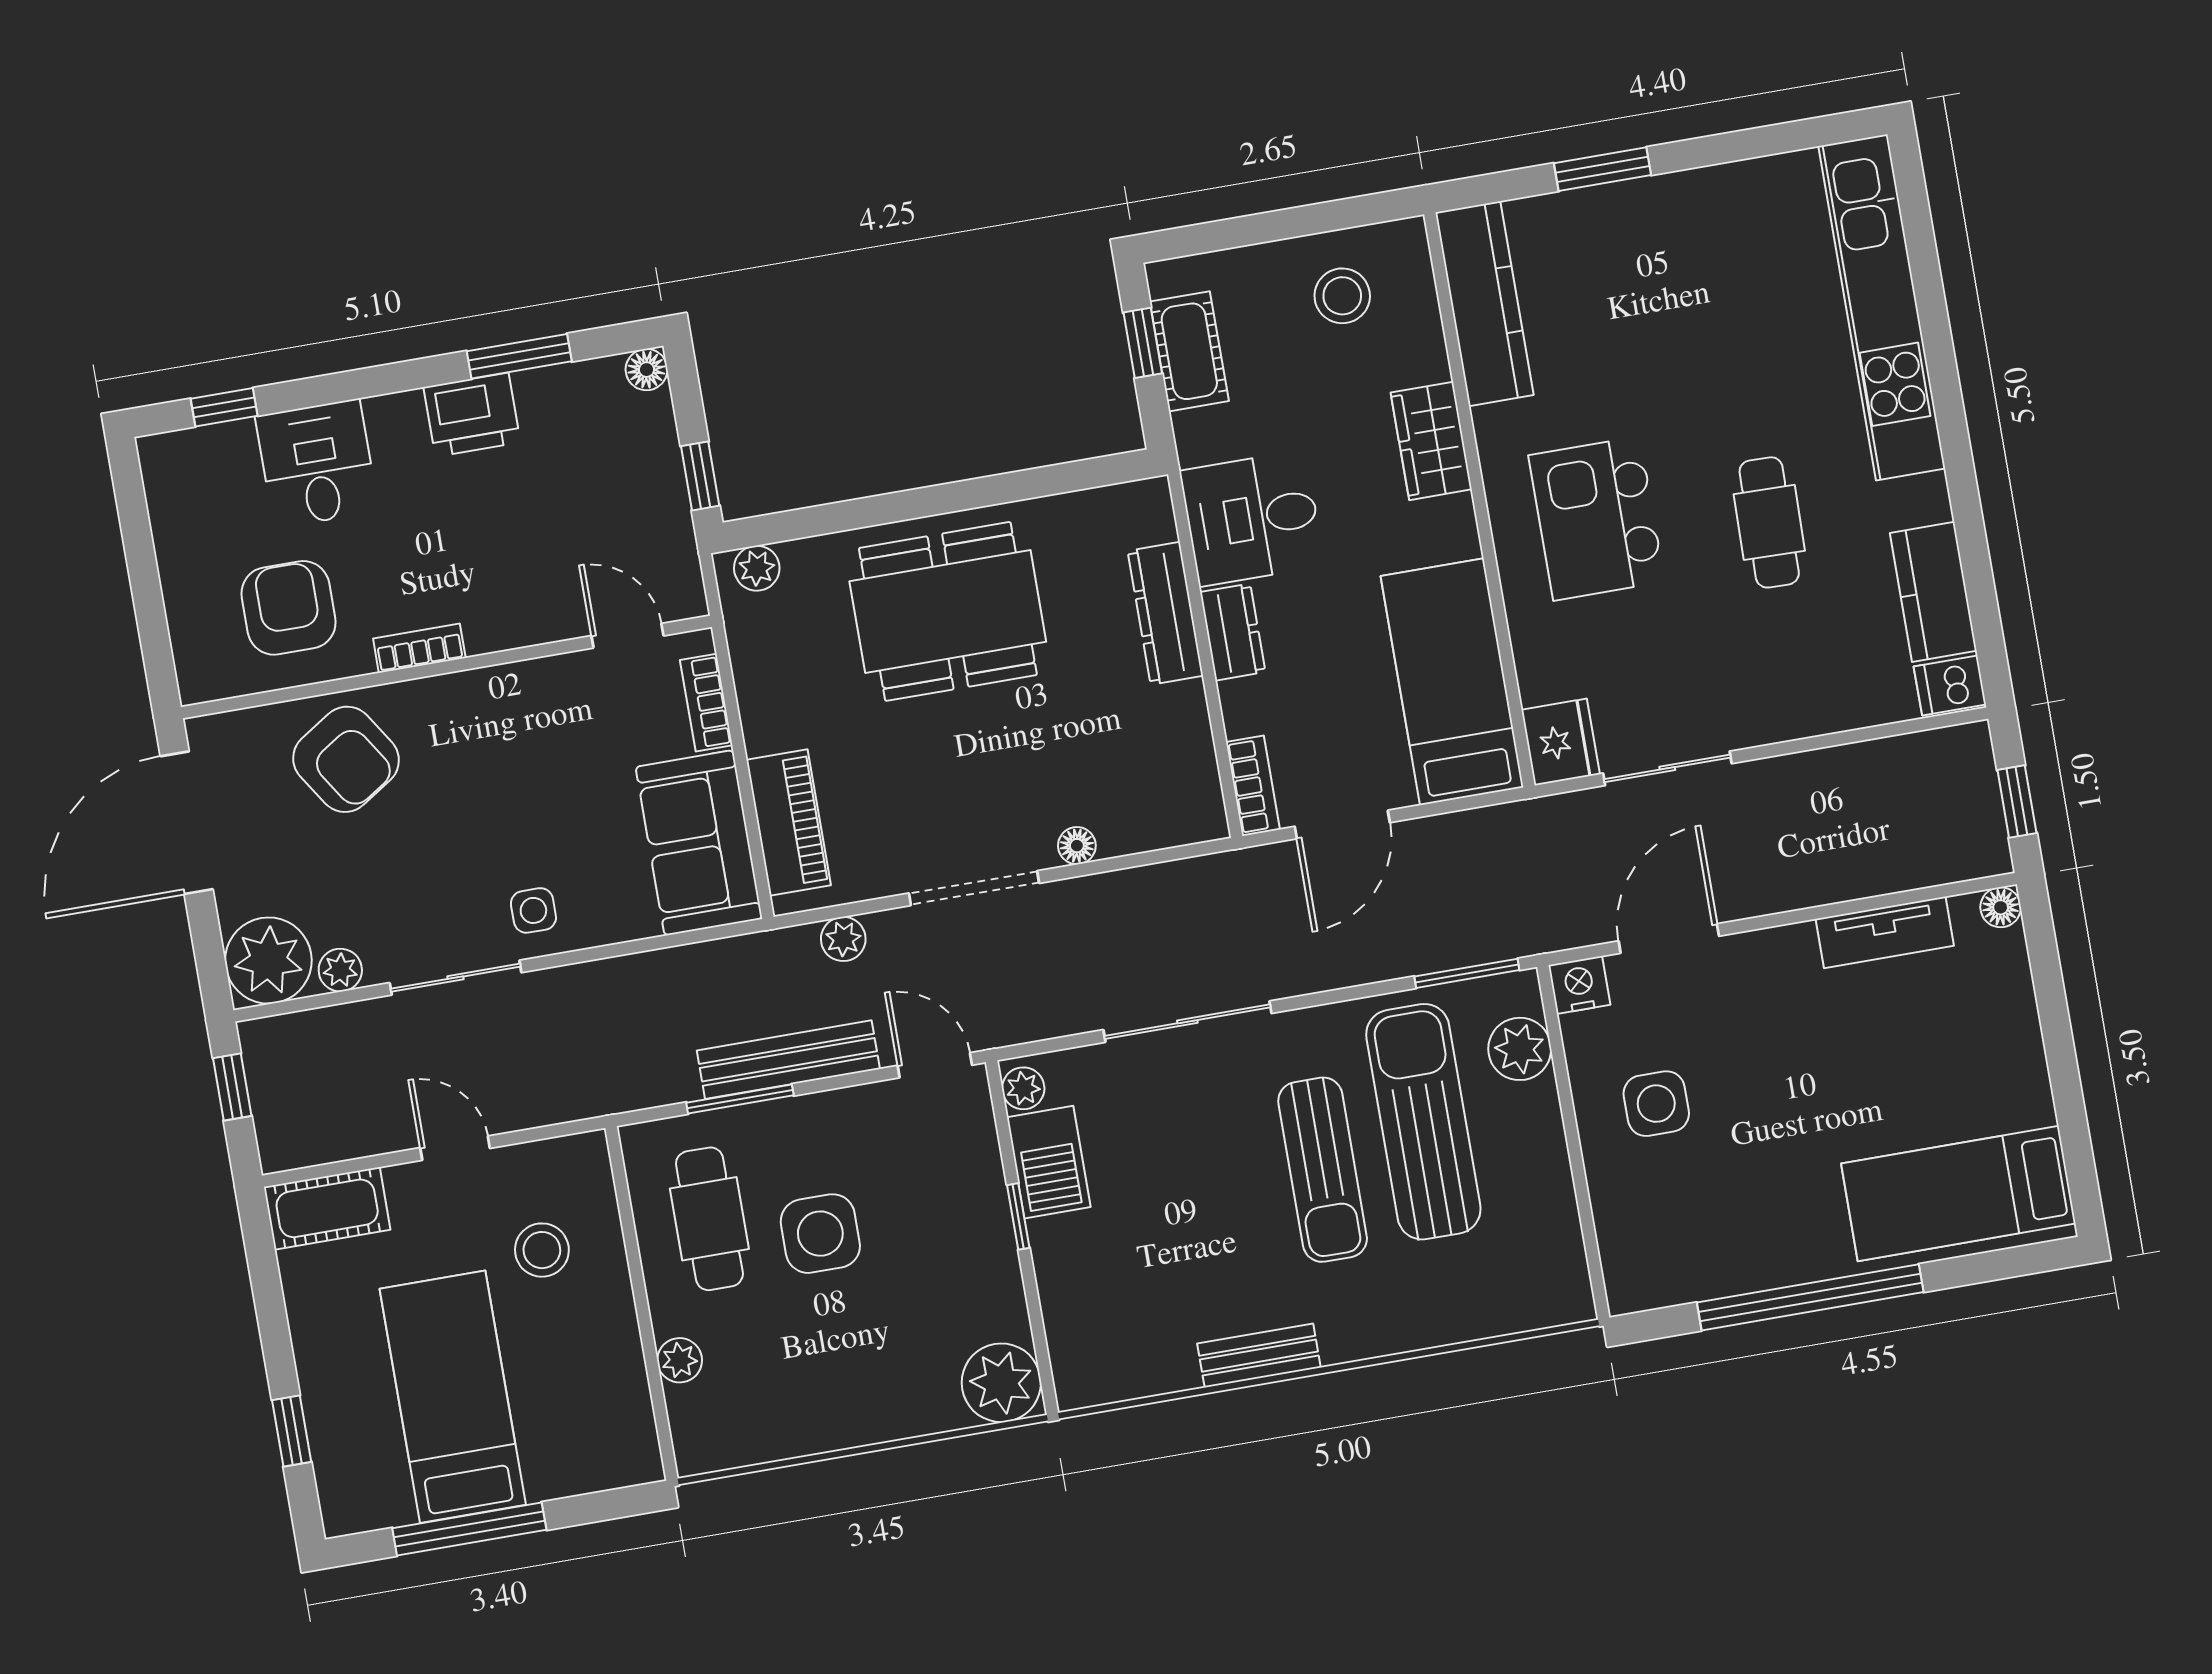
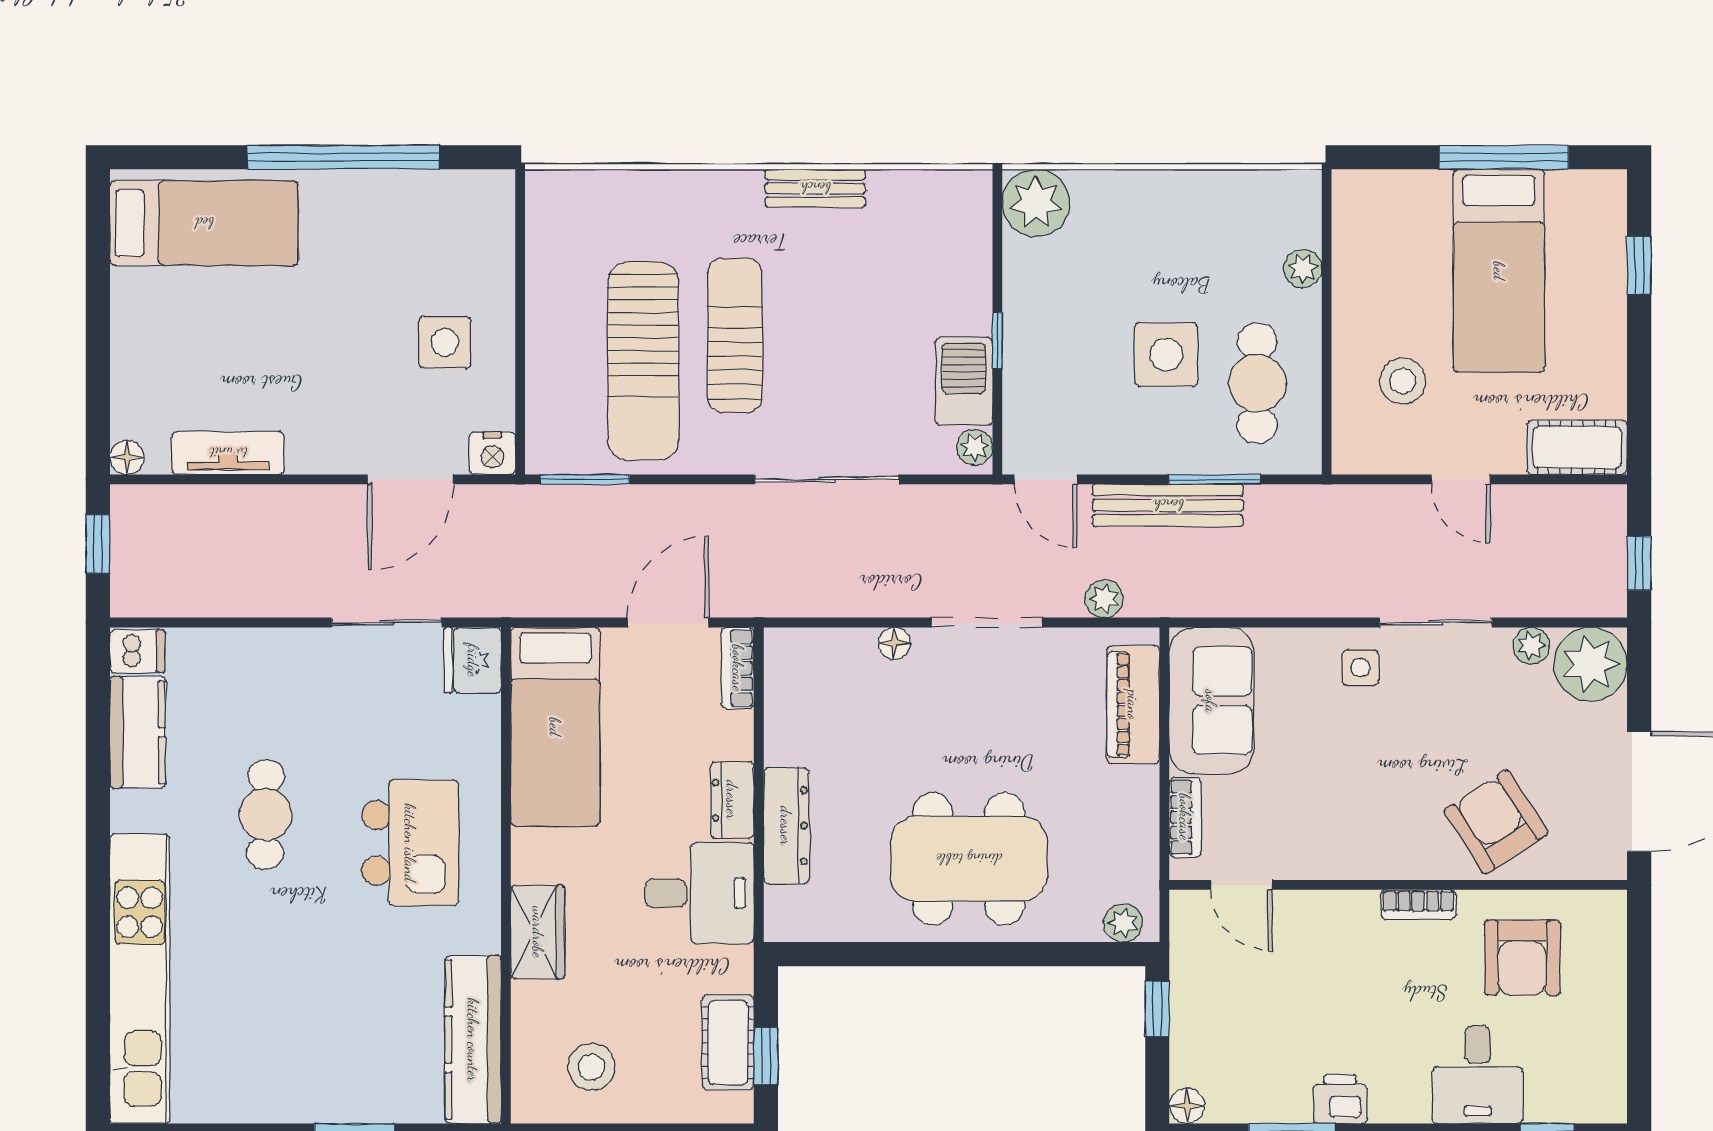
printer: (472, 415) -> (1340, 1099), width x0.73, depth x0.81
plant: (1520, 1049) -> (552, 408), removed

